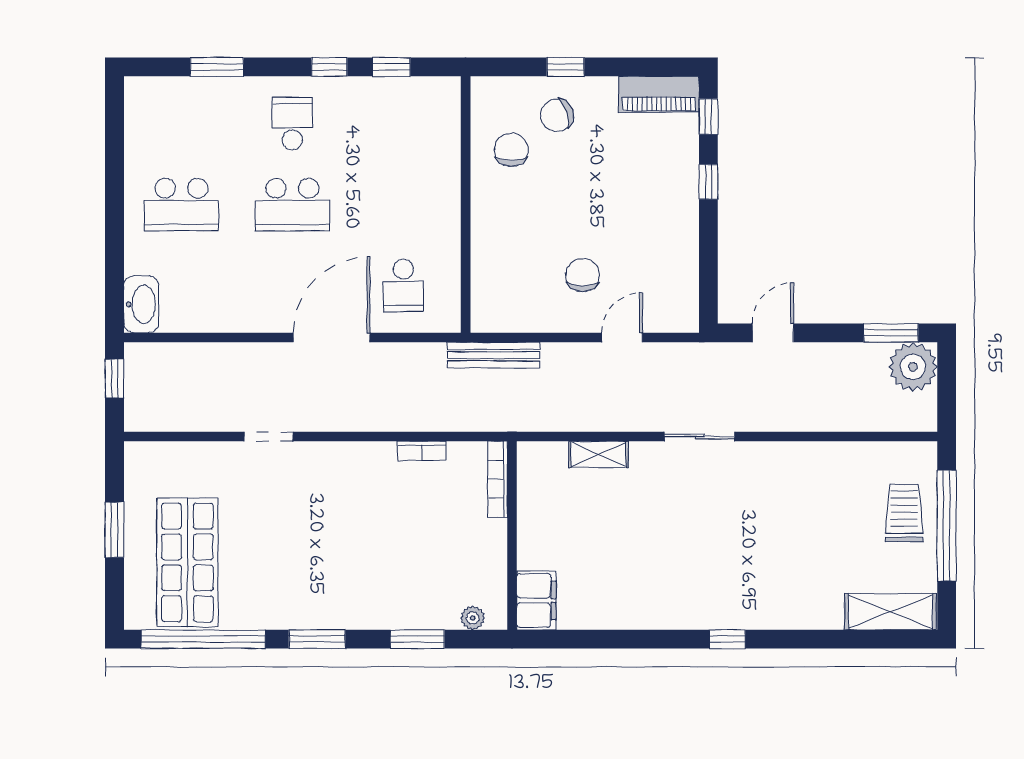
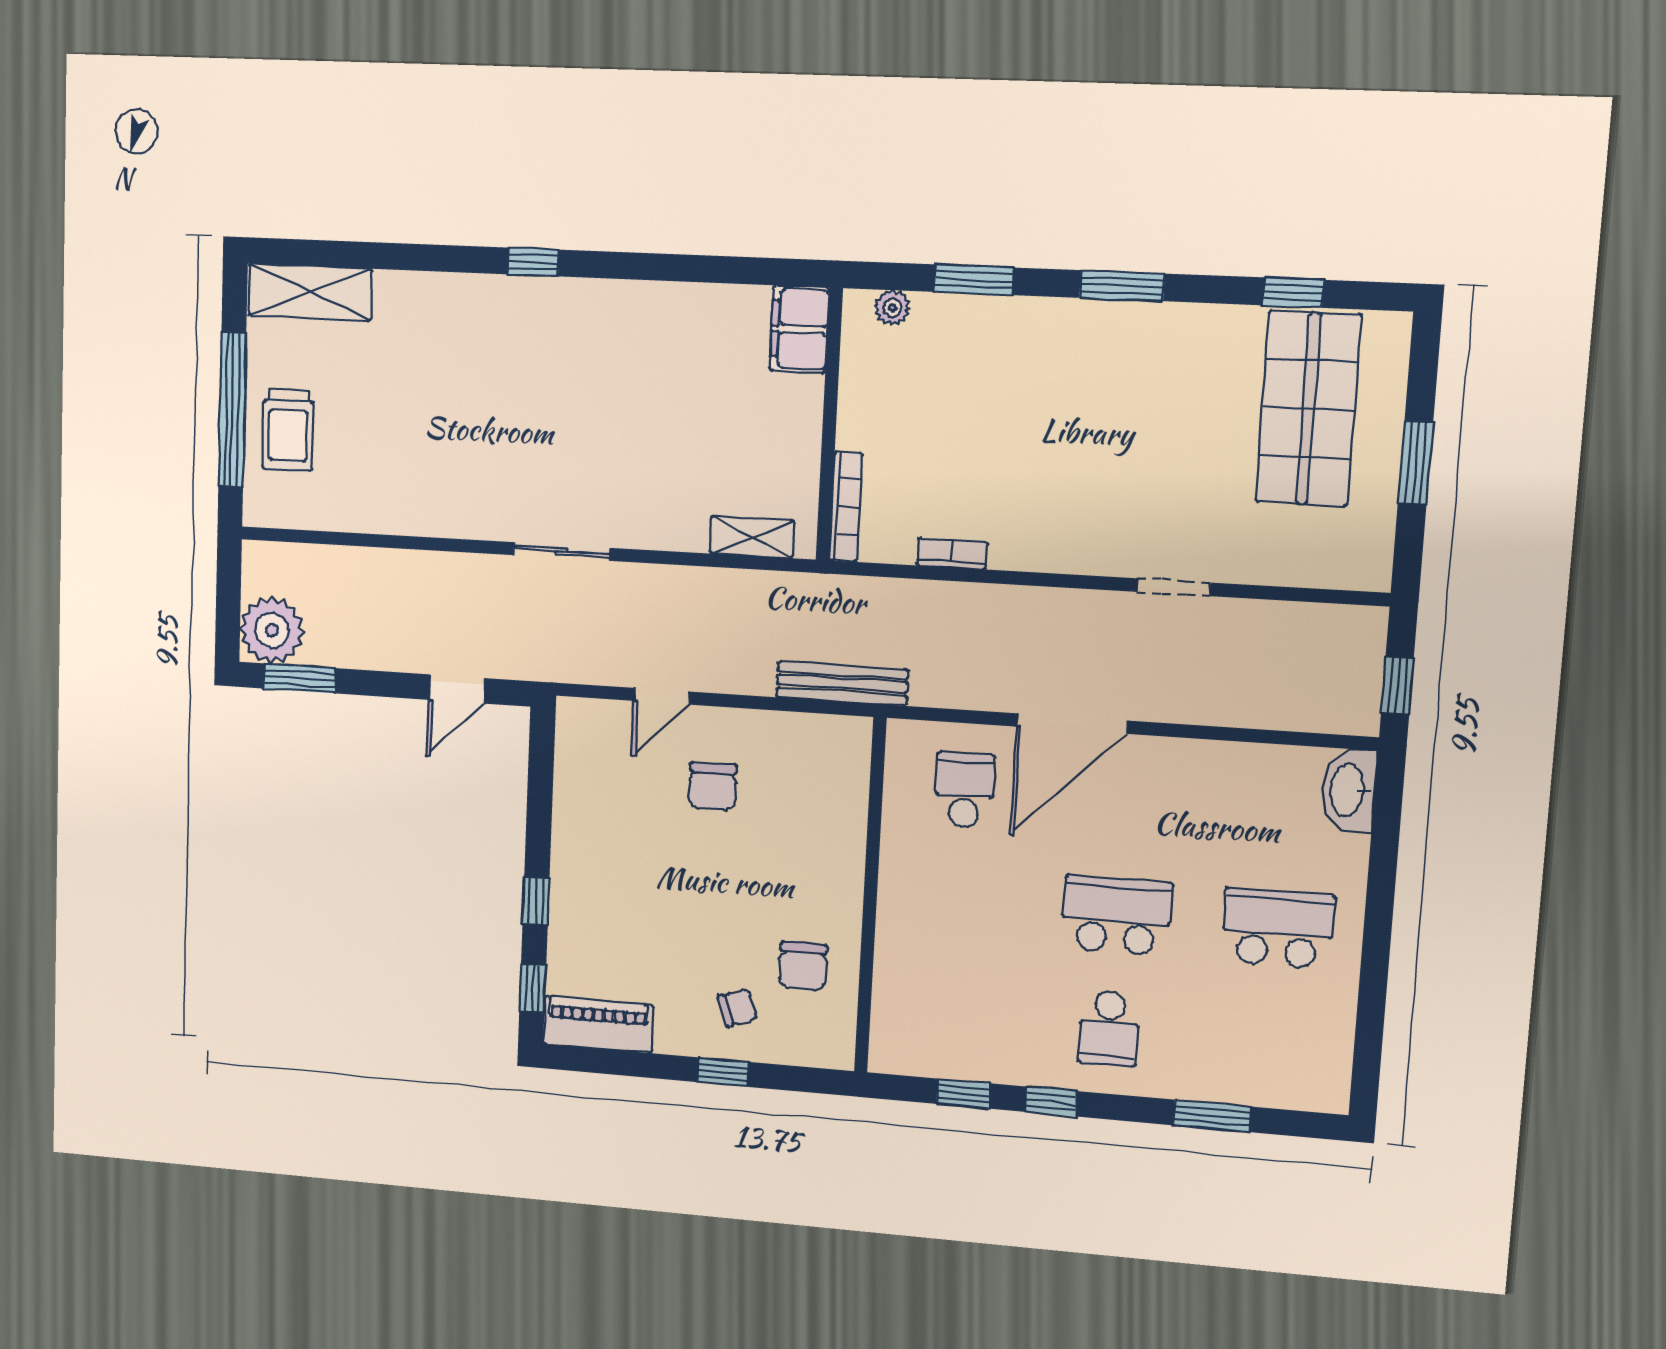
chair: (557, 115) -> (738, 1008), width x0.73, depth x0.73
shelving: (598, 454) -> (752, 537), moved
window: (203, 639) -> (1293, 293), width x0.32

